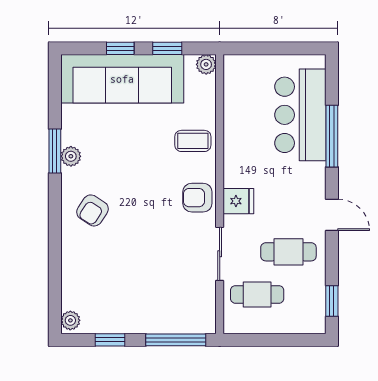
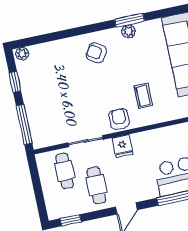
coffee table: (193, 141) -> (143, 96), moved

